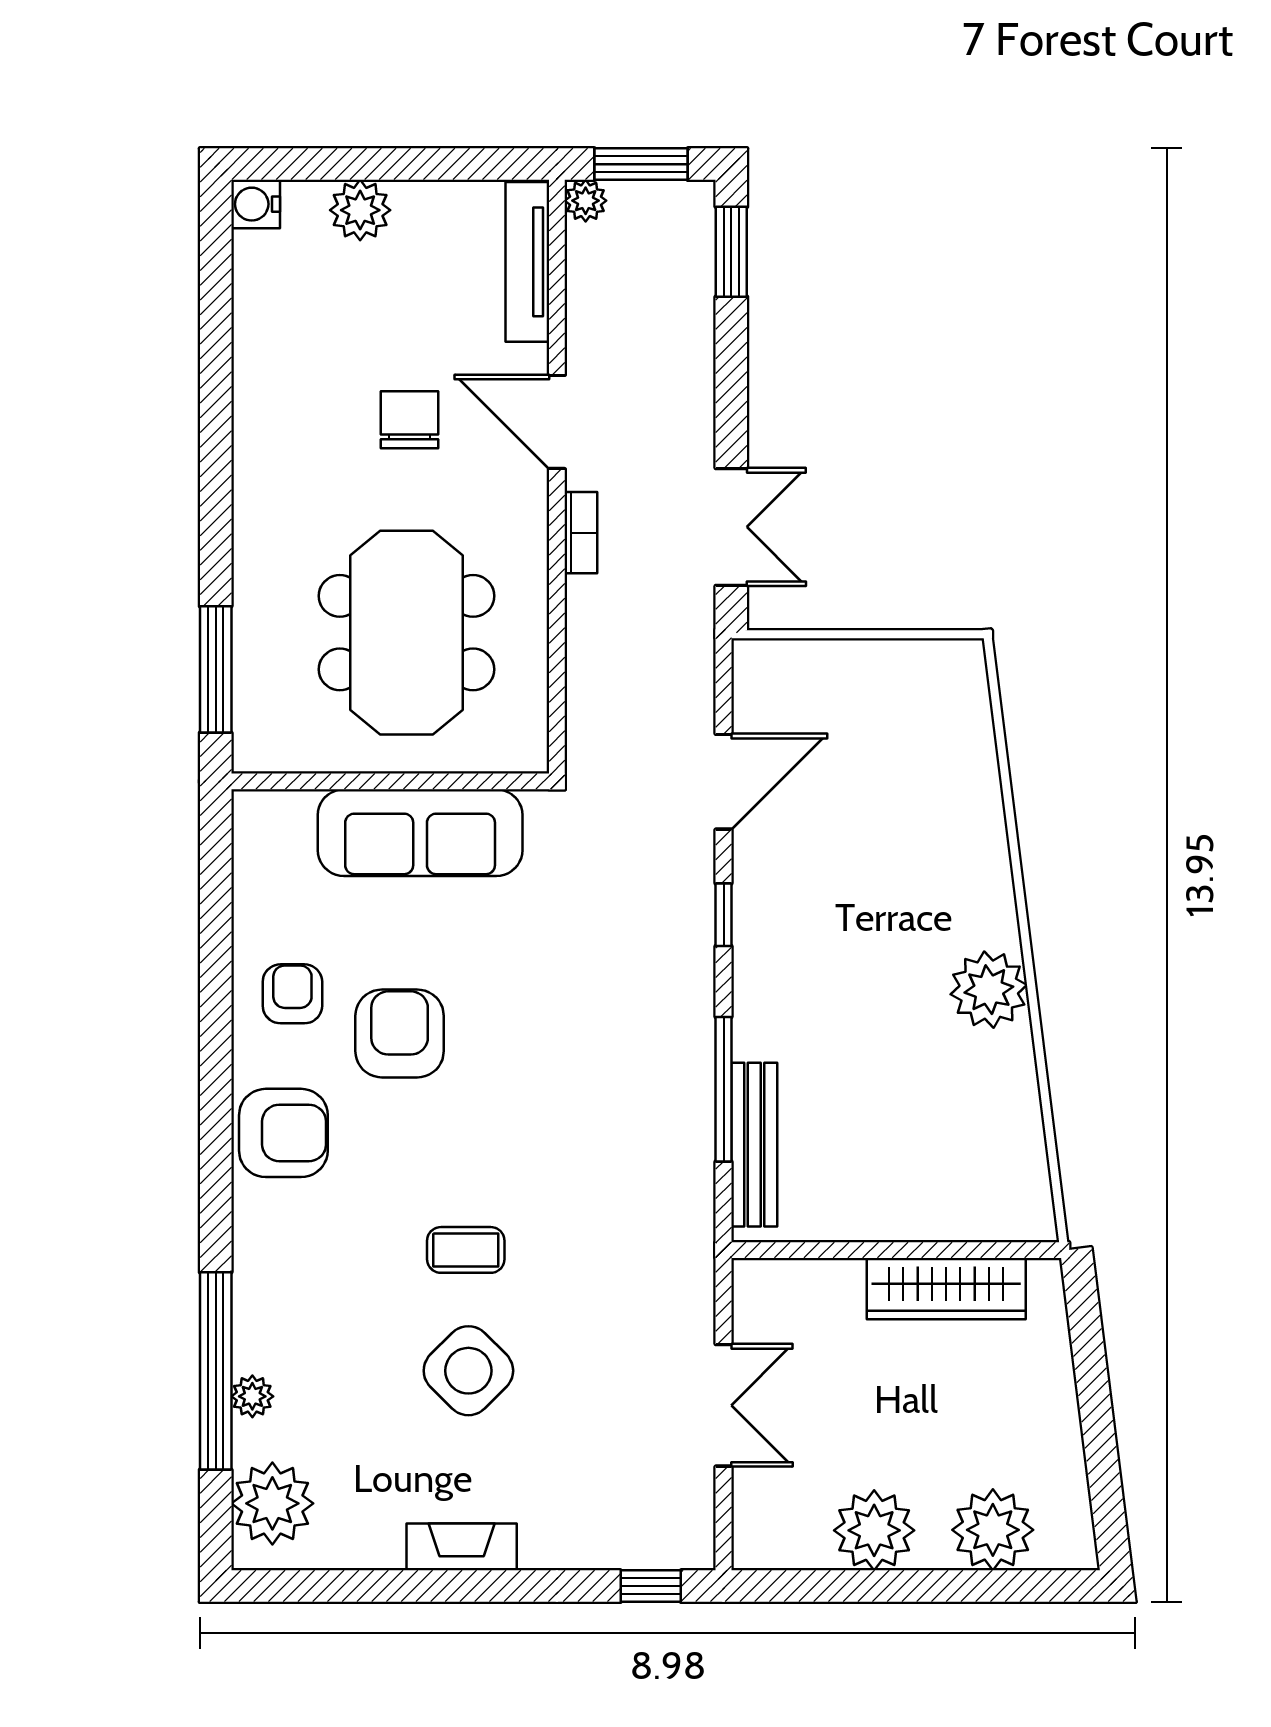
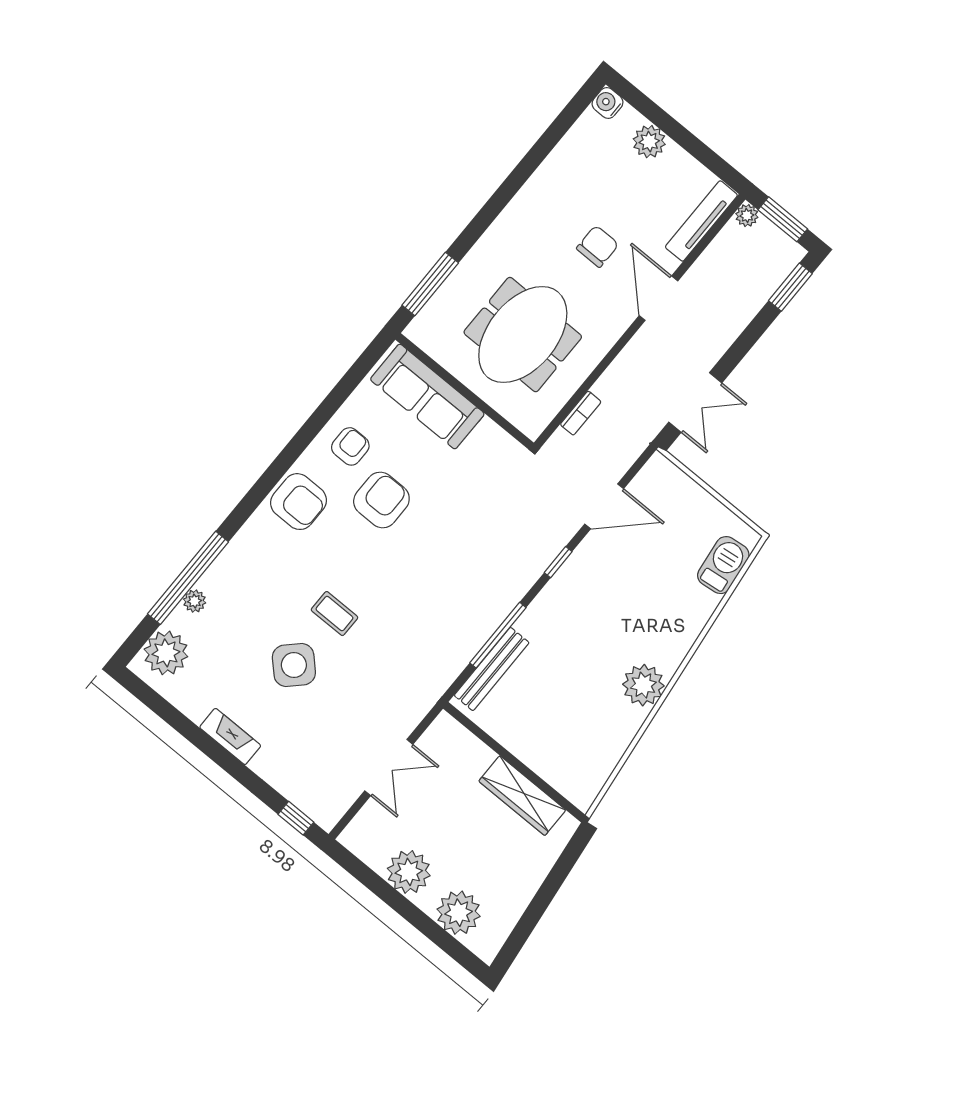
bookcase: (581, 533) -> (581, 413), moved
barbecue: (962, 725) -> (723, 565), added
sofa: (420, 833) -> (427, 397), moved

